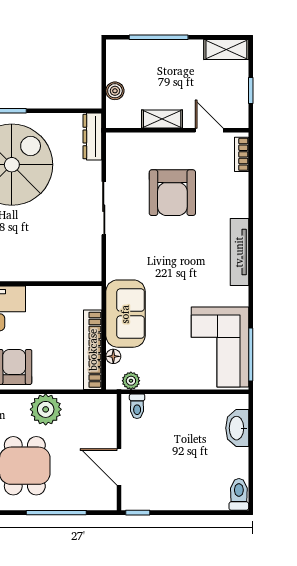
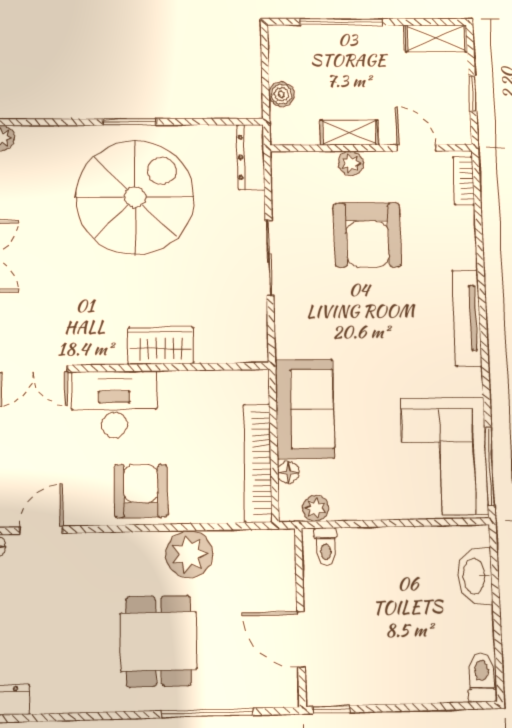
plant: (162, 141) -> (351, 163), added
wardrobe: (28, 269) -> (161, 346), added

